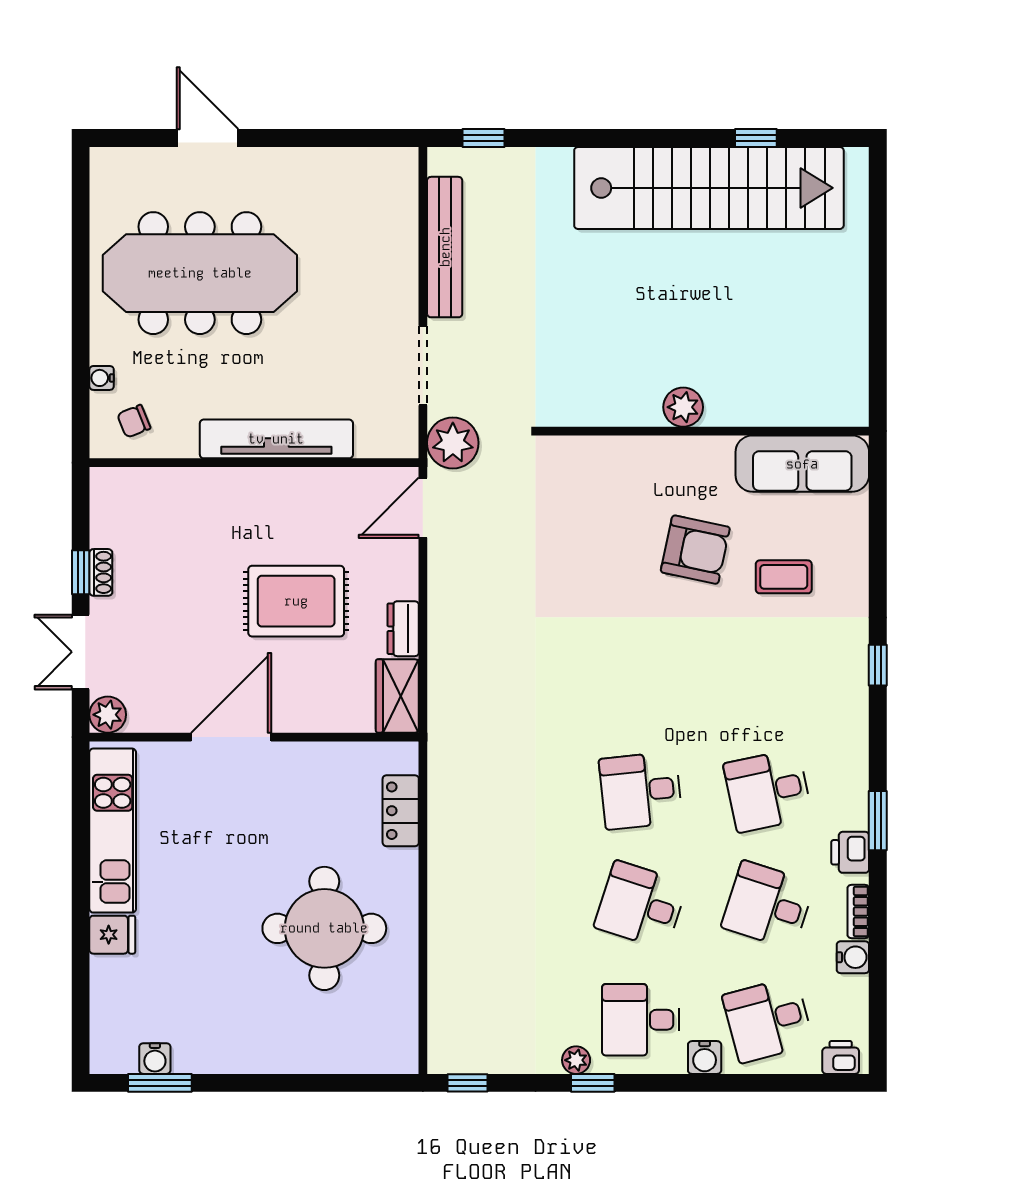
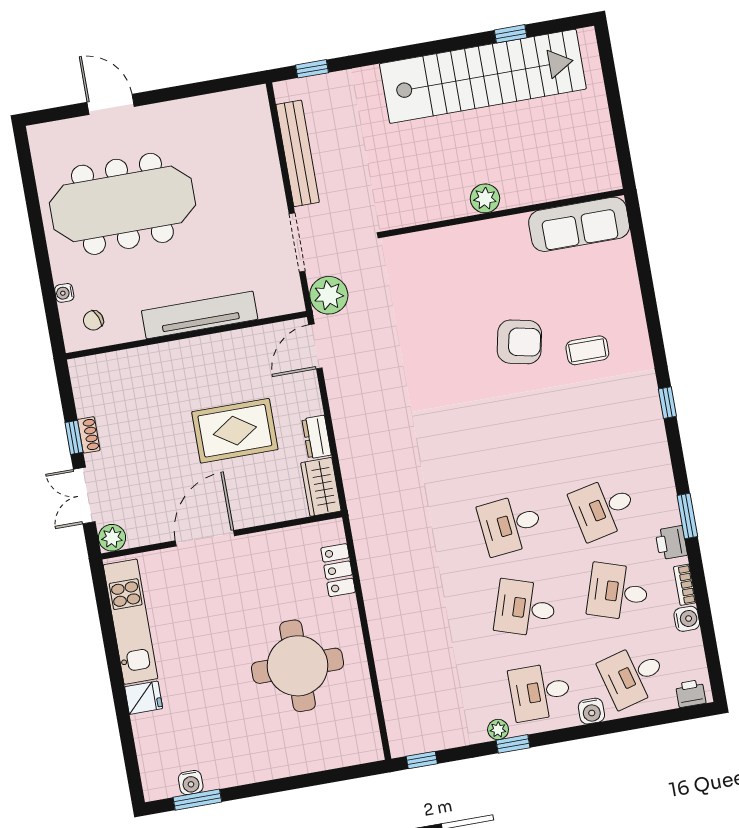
plant: (683, 407) -> (485, 198), moved
wall: (704, 431) -> (503, 213), moved
sofa: (802, 464) -> (579, 224), moved

